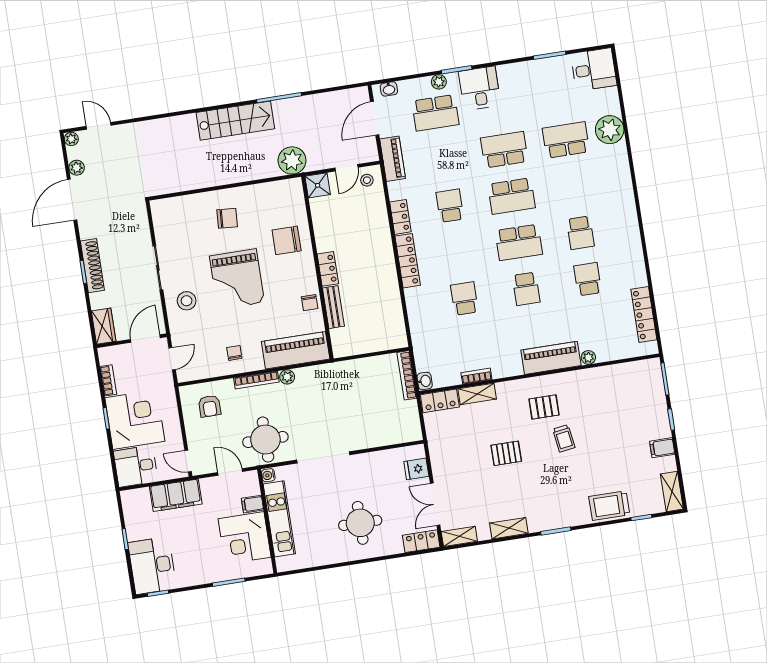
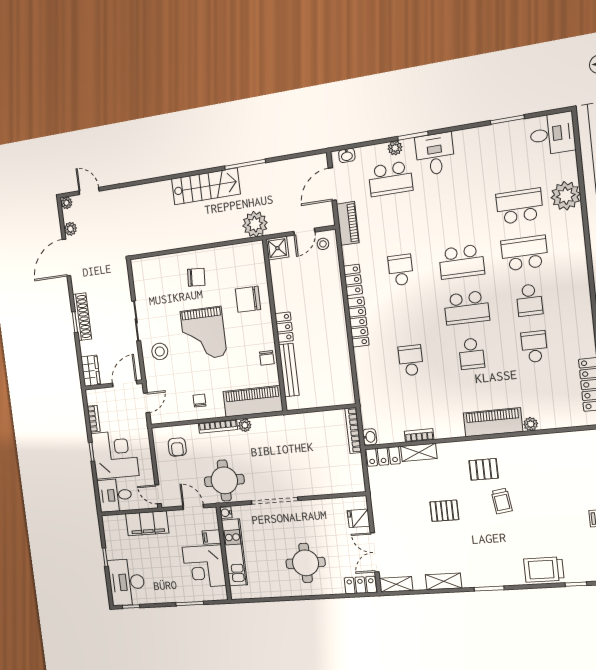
school desk: (504, 150) -> (524, 253), moved
bench: (333, 307) -> (289, 370), width x1.36

